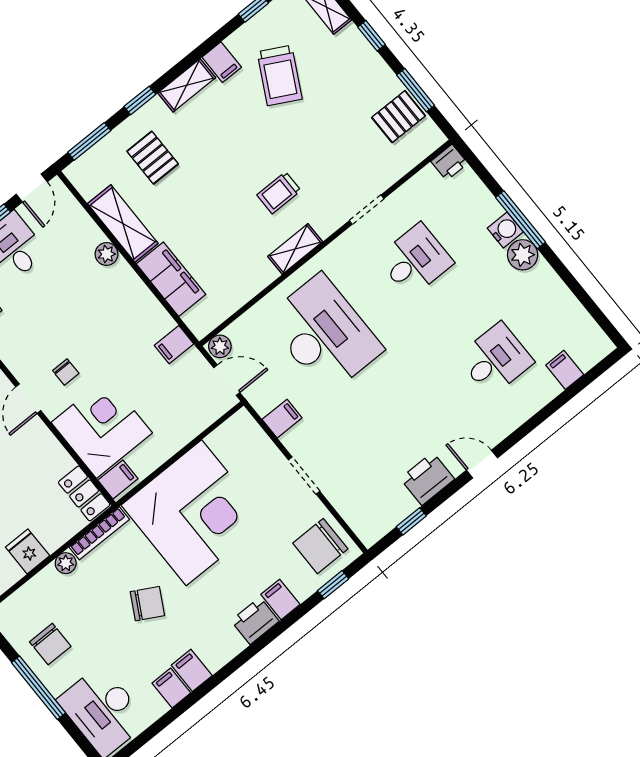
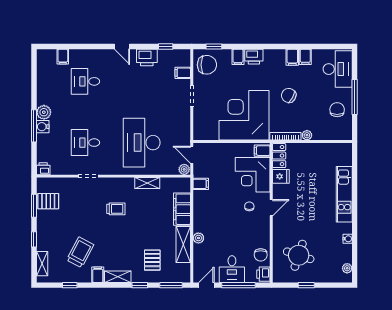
shelving: (295, 249) -> (147, 183), moved
filing cabinet: (282, 419) -> (183, 73), moved
fridge: (28, 551) -> (281, 176), moved, turned -90

